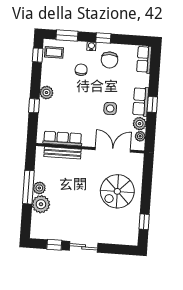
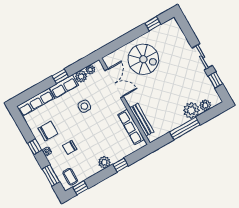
row of seats: (144, 59) -> (35, 102), width x1.48
double door: (113, 150) -> (114, 83), swing flipped
plant: (39, 188) -> (205, 105), moved

